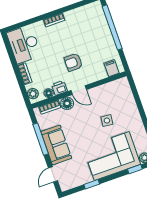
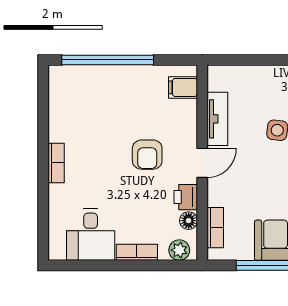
desk: (24, 44) -> (91, 235), width x0.73
tv unit: (102, 90) -> (217, 119), added
floor lamp: (67, 103) -> (220, 193), removed

